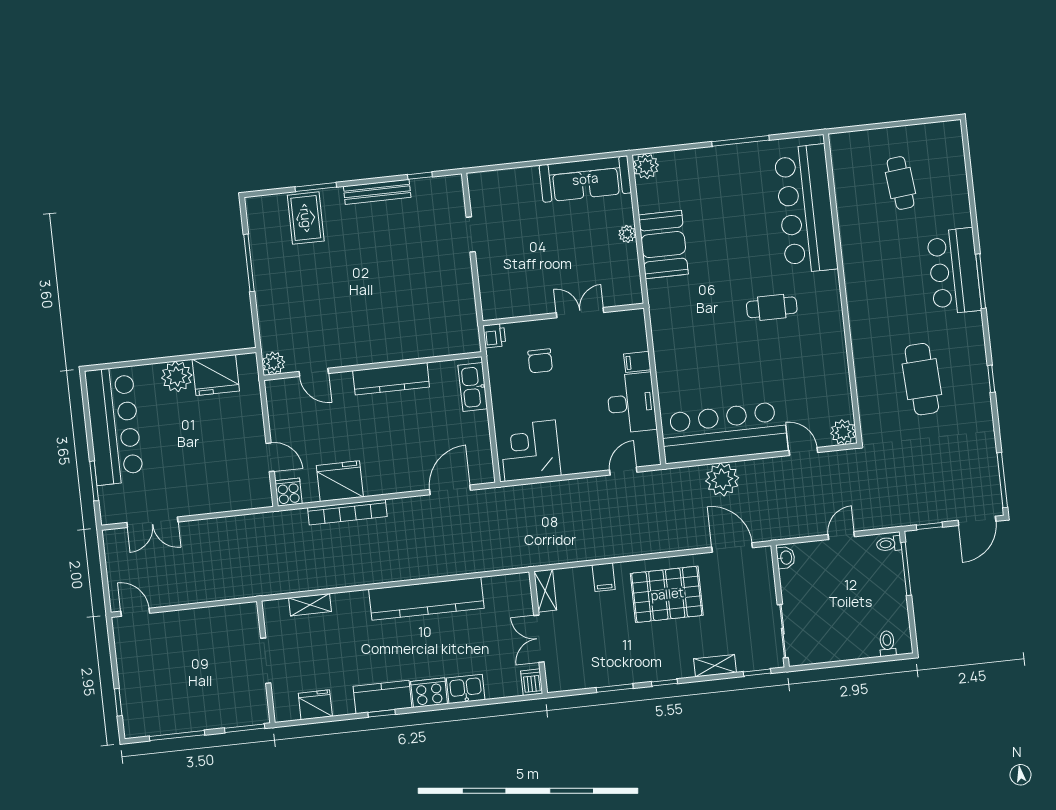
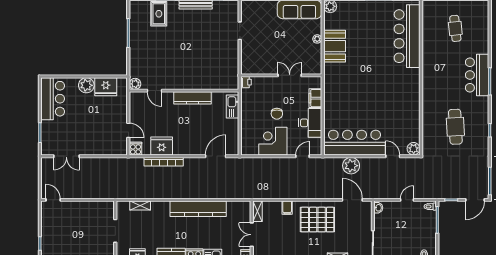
cafe table: (772, 307) -> (385, 83), removed
chair: (540, 361) -> (277, 114), moved
filing cabinet: (637, 362) -> (315, 98), width x2.00
bar counter: (114, 426) -> (53, 99), width x0.73
corner desk: (530, 451) -> (273, 141), moved

